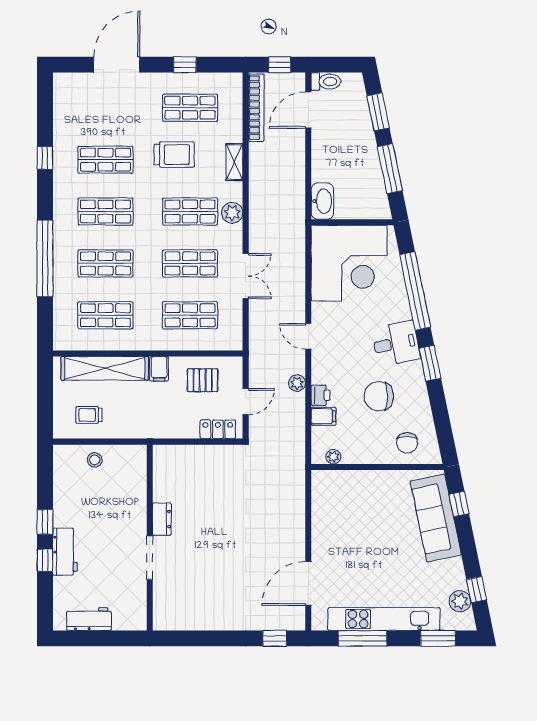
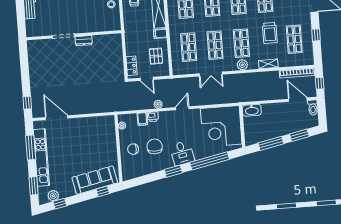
chair: (407, 443) -> (133, 149), moved

